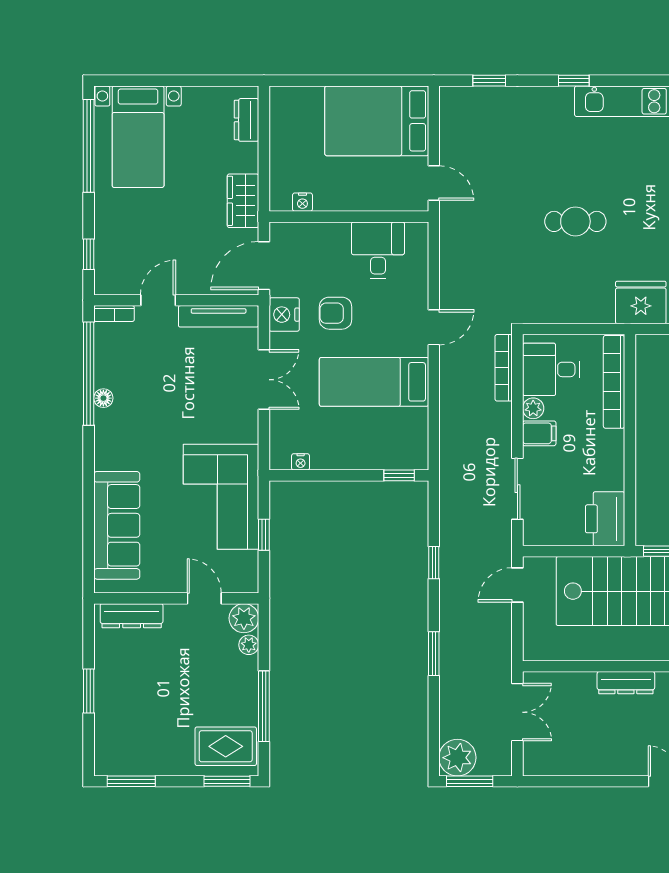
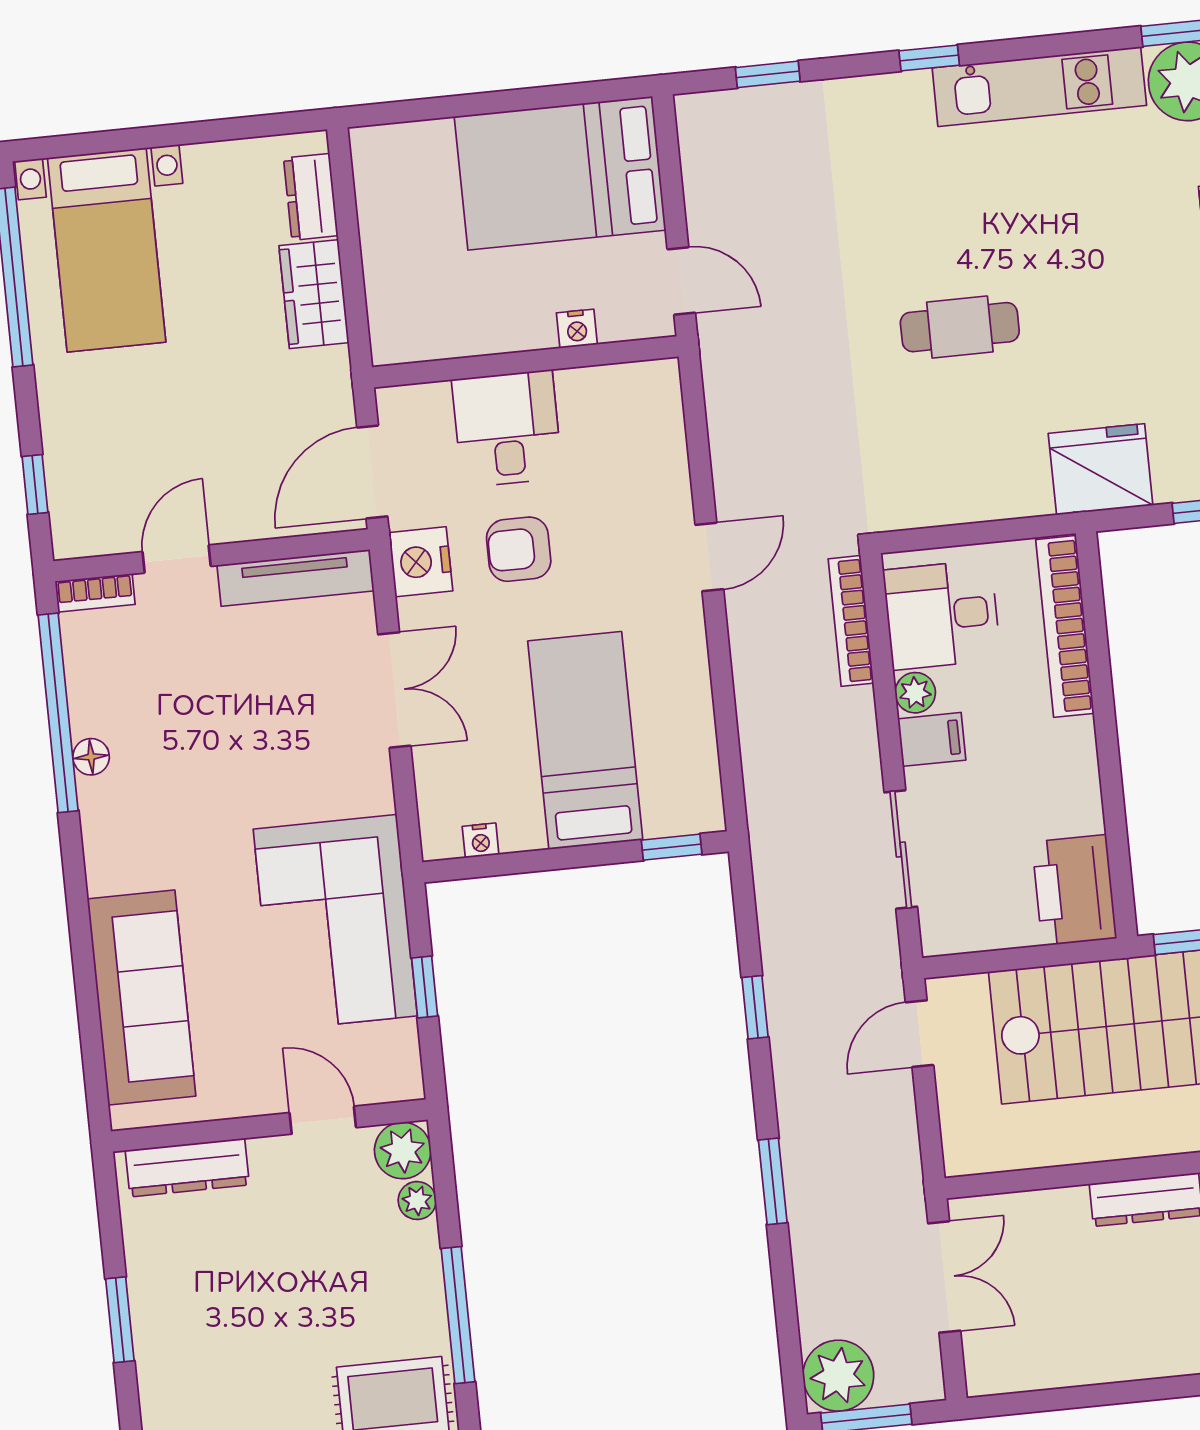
wardrobe: (243, 201) -> (314, 294), moved
nightstand: (302, 202) -> (577, 329), moved
desk: (378, 250) -> (507, 429), moved
bed: (374, 382) -> (585, 740), moved, turned 90

